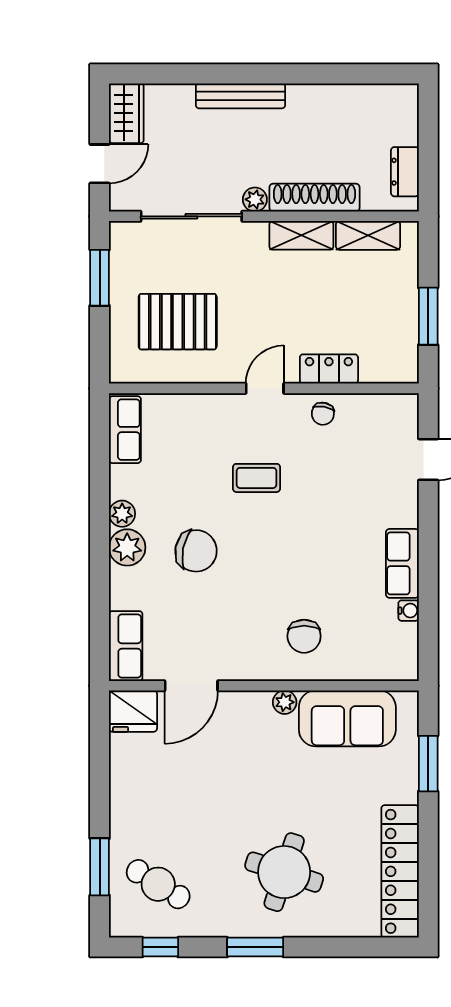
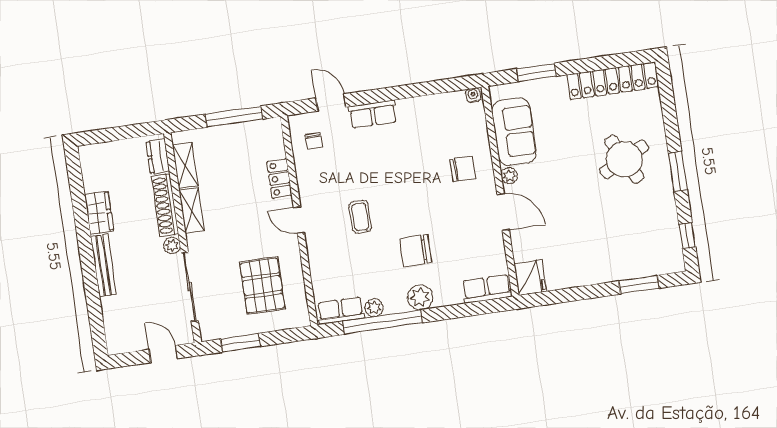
wardrobe: (126, 113) -> (99, 213), moved, turned 90
dresser: (405, 172) -> (158, 156), moved, turned 90
window: (428, 316) -> (234, 117), width x1.44
chair: (323, 414) -> (314, 141), moved, turned 79
window: (100, 488) -> (383, 322), added
plant: (122, 514) -> (374, 308), moved
chair: (196, 551) -> (416, 251), turned -101
row of seats: (402, 563) -> (373, 114), moved
water cooler: (409, 611) -> (473, 95), moved
door: (191, 686) -> (503, 212), moved
round table: (284, 872) -> (624, 159), turned 45
cafe table: (158, 884) -> (645, 243), removed

